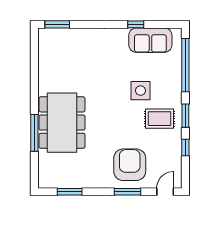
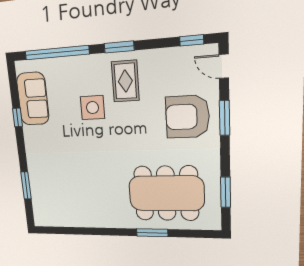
window: (57, 24) -> (26, 185), moved
dining table: (62, 123) -> (166, 193), moved
window: (34, 133) -> (152, 233), width x0.69
window: (185, 148) -> (192, 40), moved

